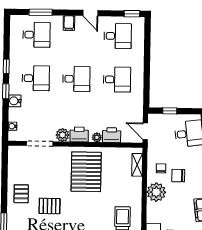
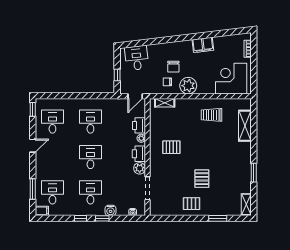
filing cabinet: (69, 23) -> (42, 211), moved
pallet: (86, 172) -> (171, 147), width x0.49, depth x0.50

